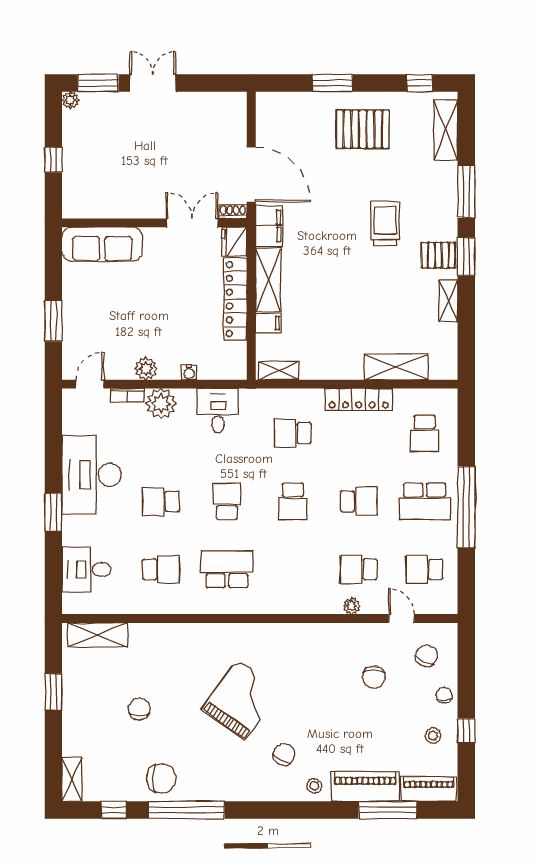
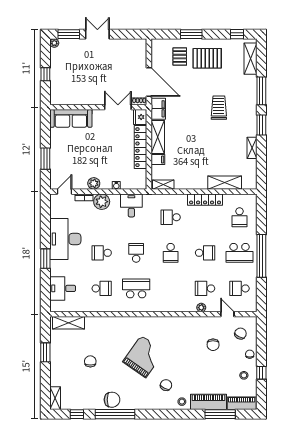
pallet: (438, 255) -> (180, 57), moved, turned 90
chair: (161, 778) -> (112, 400), moved

